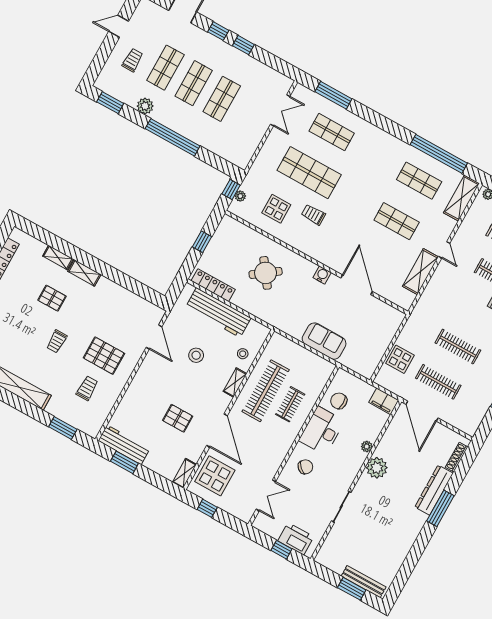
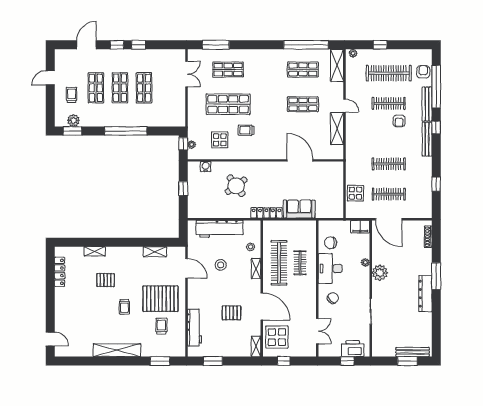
plant: (145, 106) -> (73, 120), moved
shelving: (84, 273) -> (155, 252), moved
water cooler: (322, 275) -> (206, 167), moved
locker: (213, 285) -> (266, 213), moved
pallet: (104, 356) -> (160, 299), width x1.37, depth x1.41
workbench: (124, 445) -> (194, 328), moved, turned 90
dresser: (434, 490) -> (425, 294), moved

